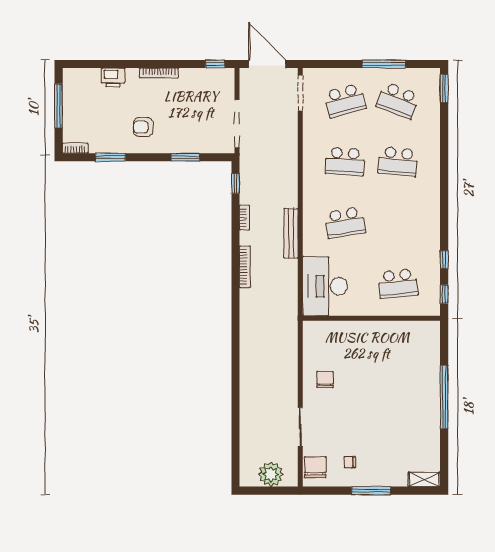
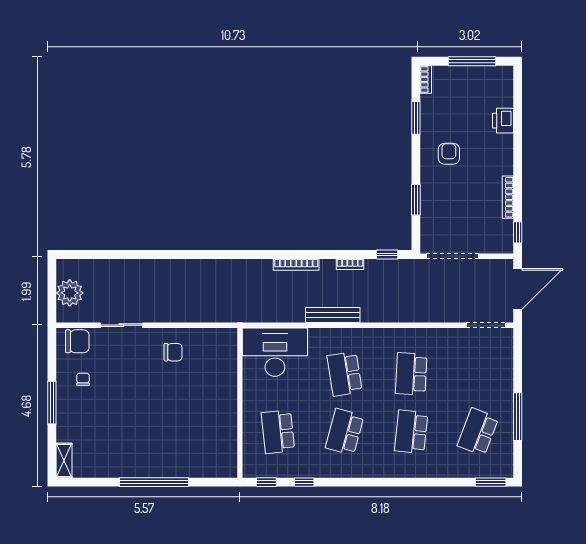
bookcase: (159, 73) -> (508, 197), moved
school desk: (345, 100) -> (345, 432), moved, turned 30

